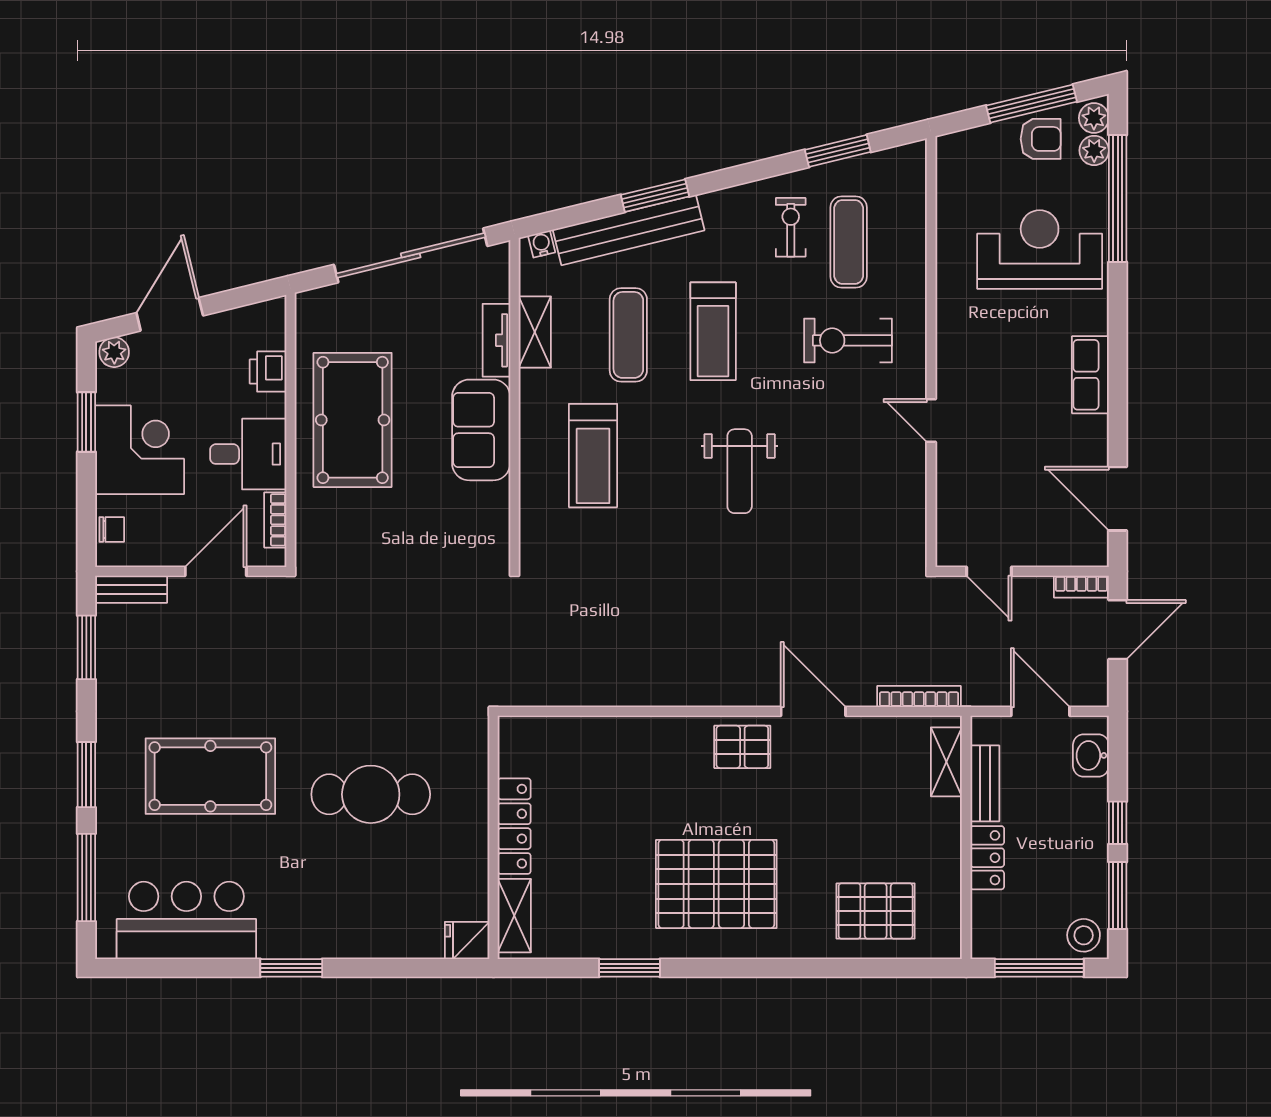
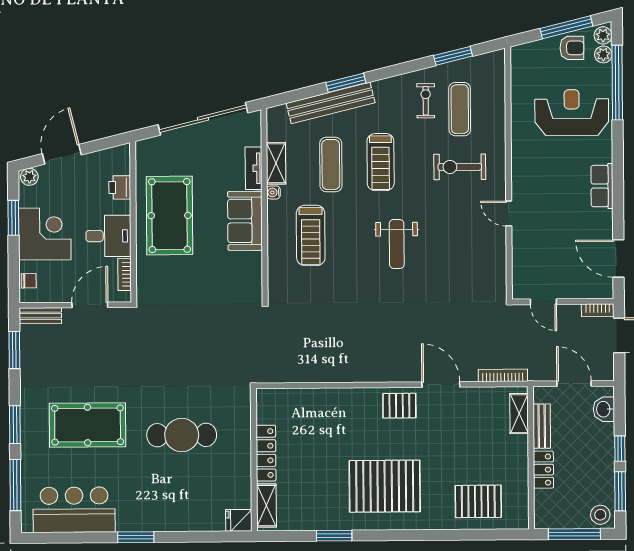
water cooler: (542, 244) -> (273, 192), moved, turned -76

